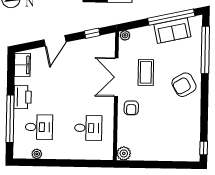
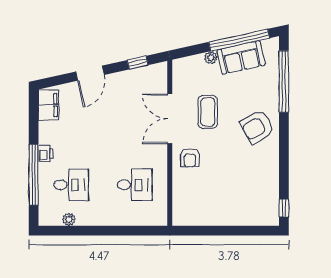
plant: (125, 35) -> (211, 58), moved
printer: (22, 97) -> (46, 153), width x0.53, depth x0.68
plant: (124, 153) -> (181, 217), removed

